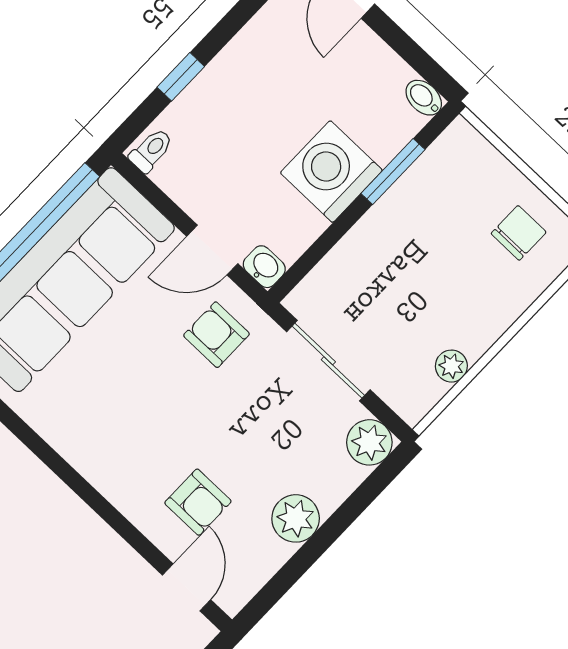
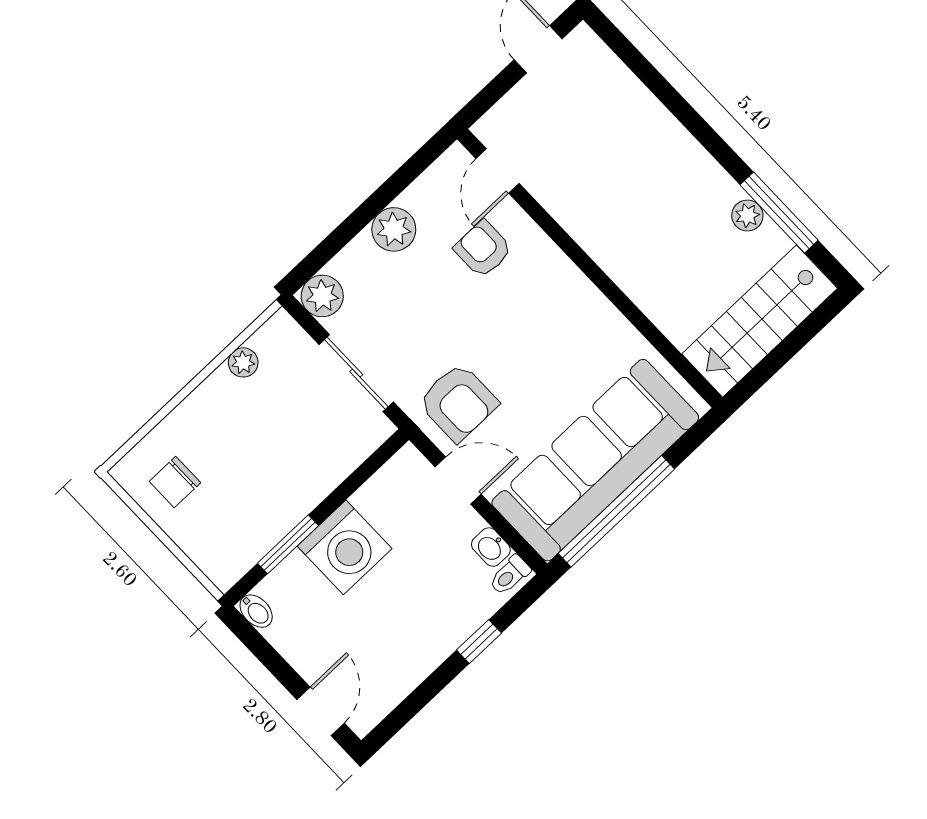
washbasin: (264, 267) -> (491, 547), moved
armchair: (216, 335) -> (458, 402), width x1.38, depth x1.38

